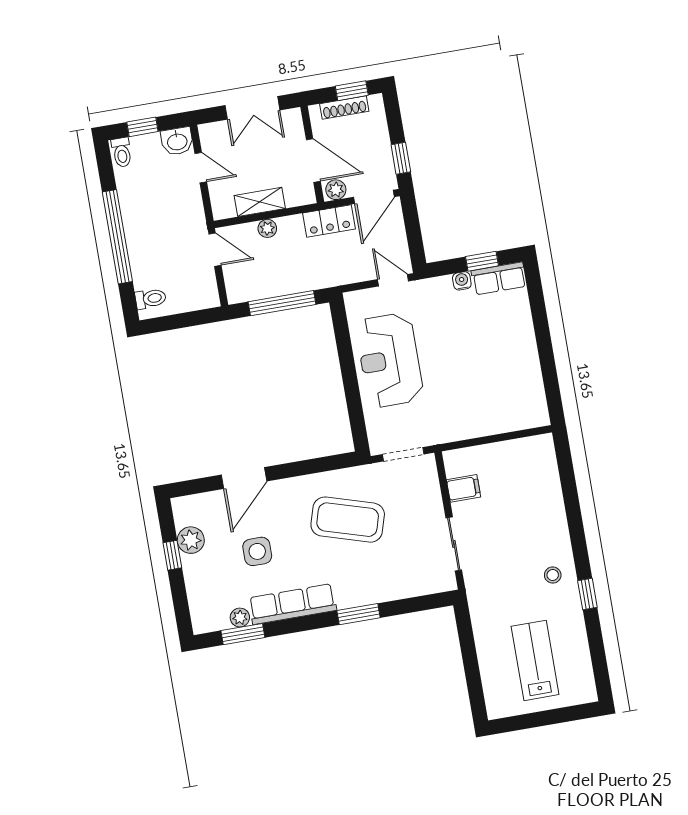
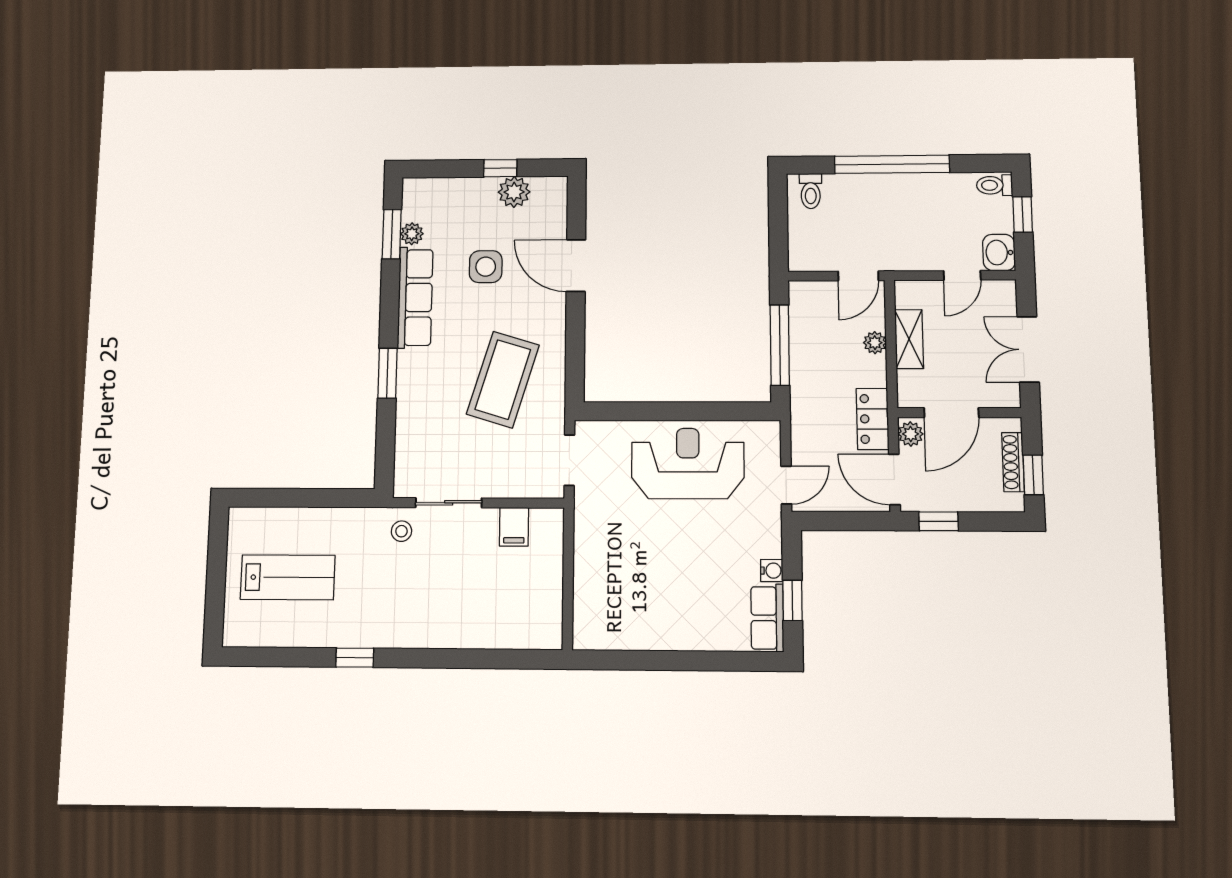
stool: (553, 575) -> (401, 531), moved

